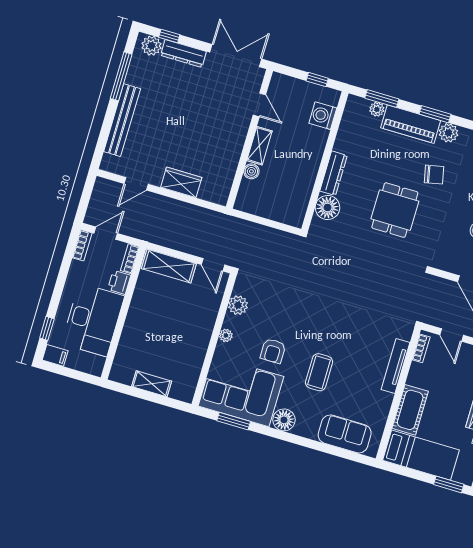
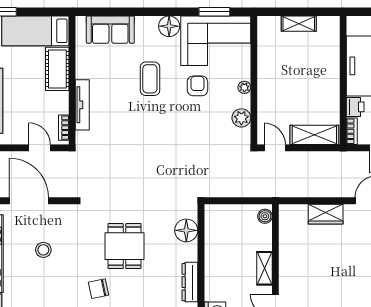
boiler: (251, 171) -> (265, 216), moved
dresser: (334, 173) -> (190, 282), moved

